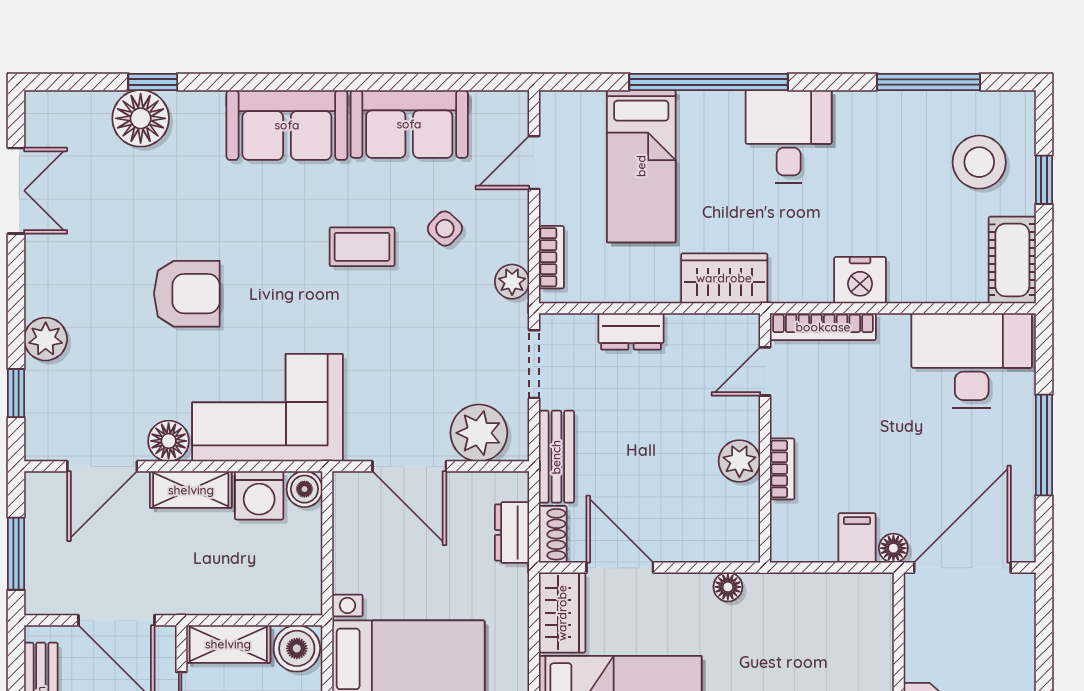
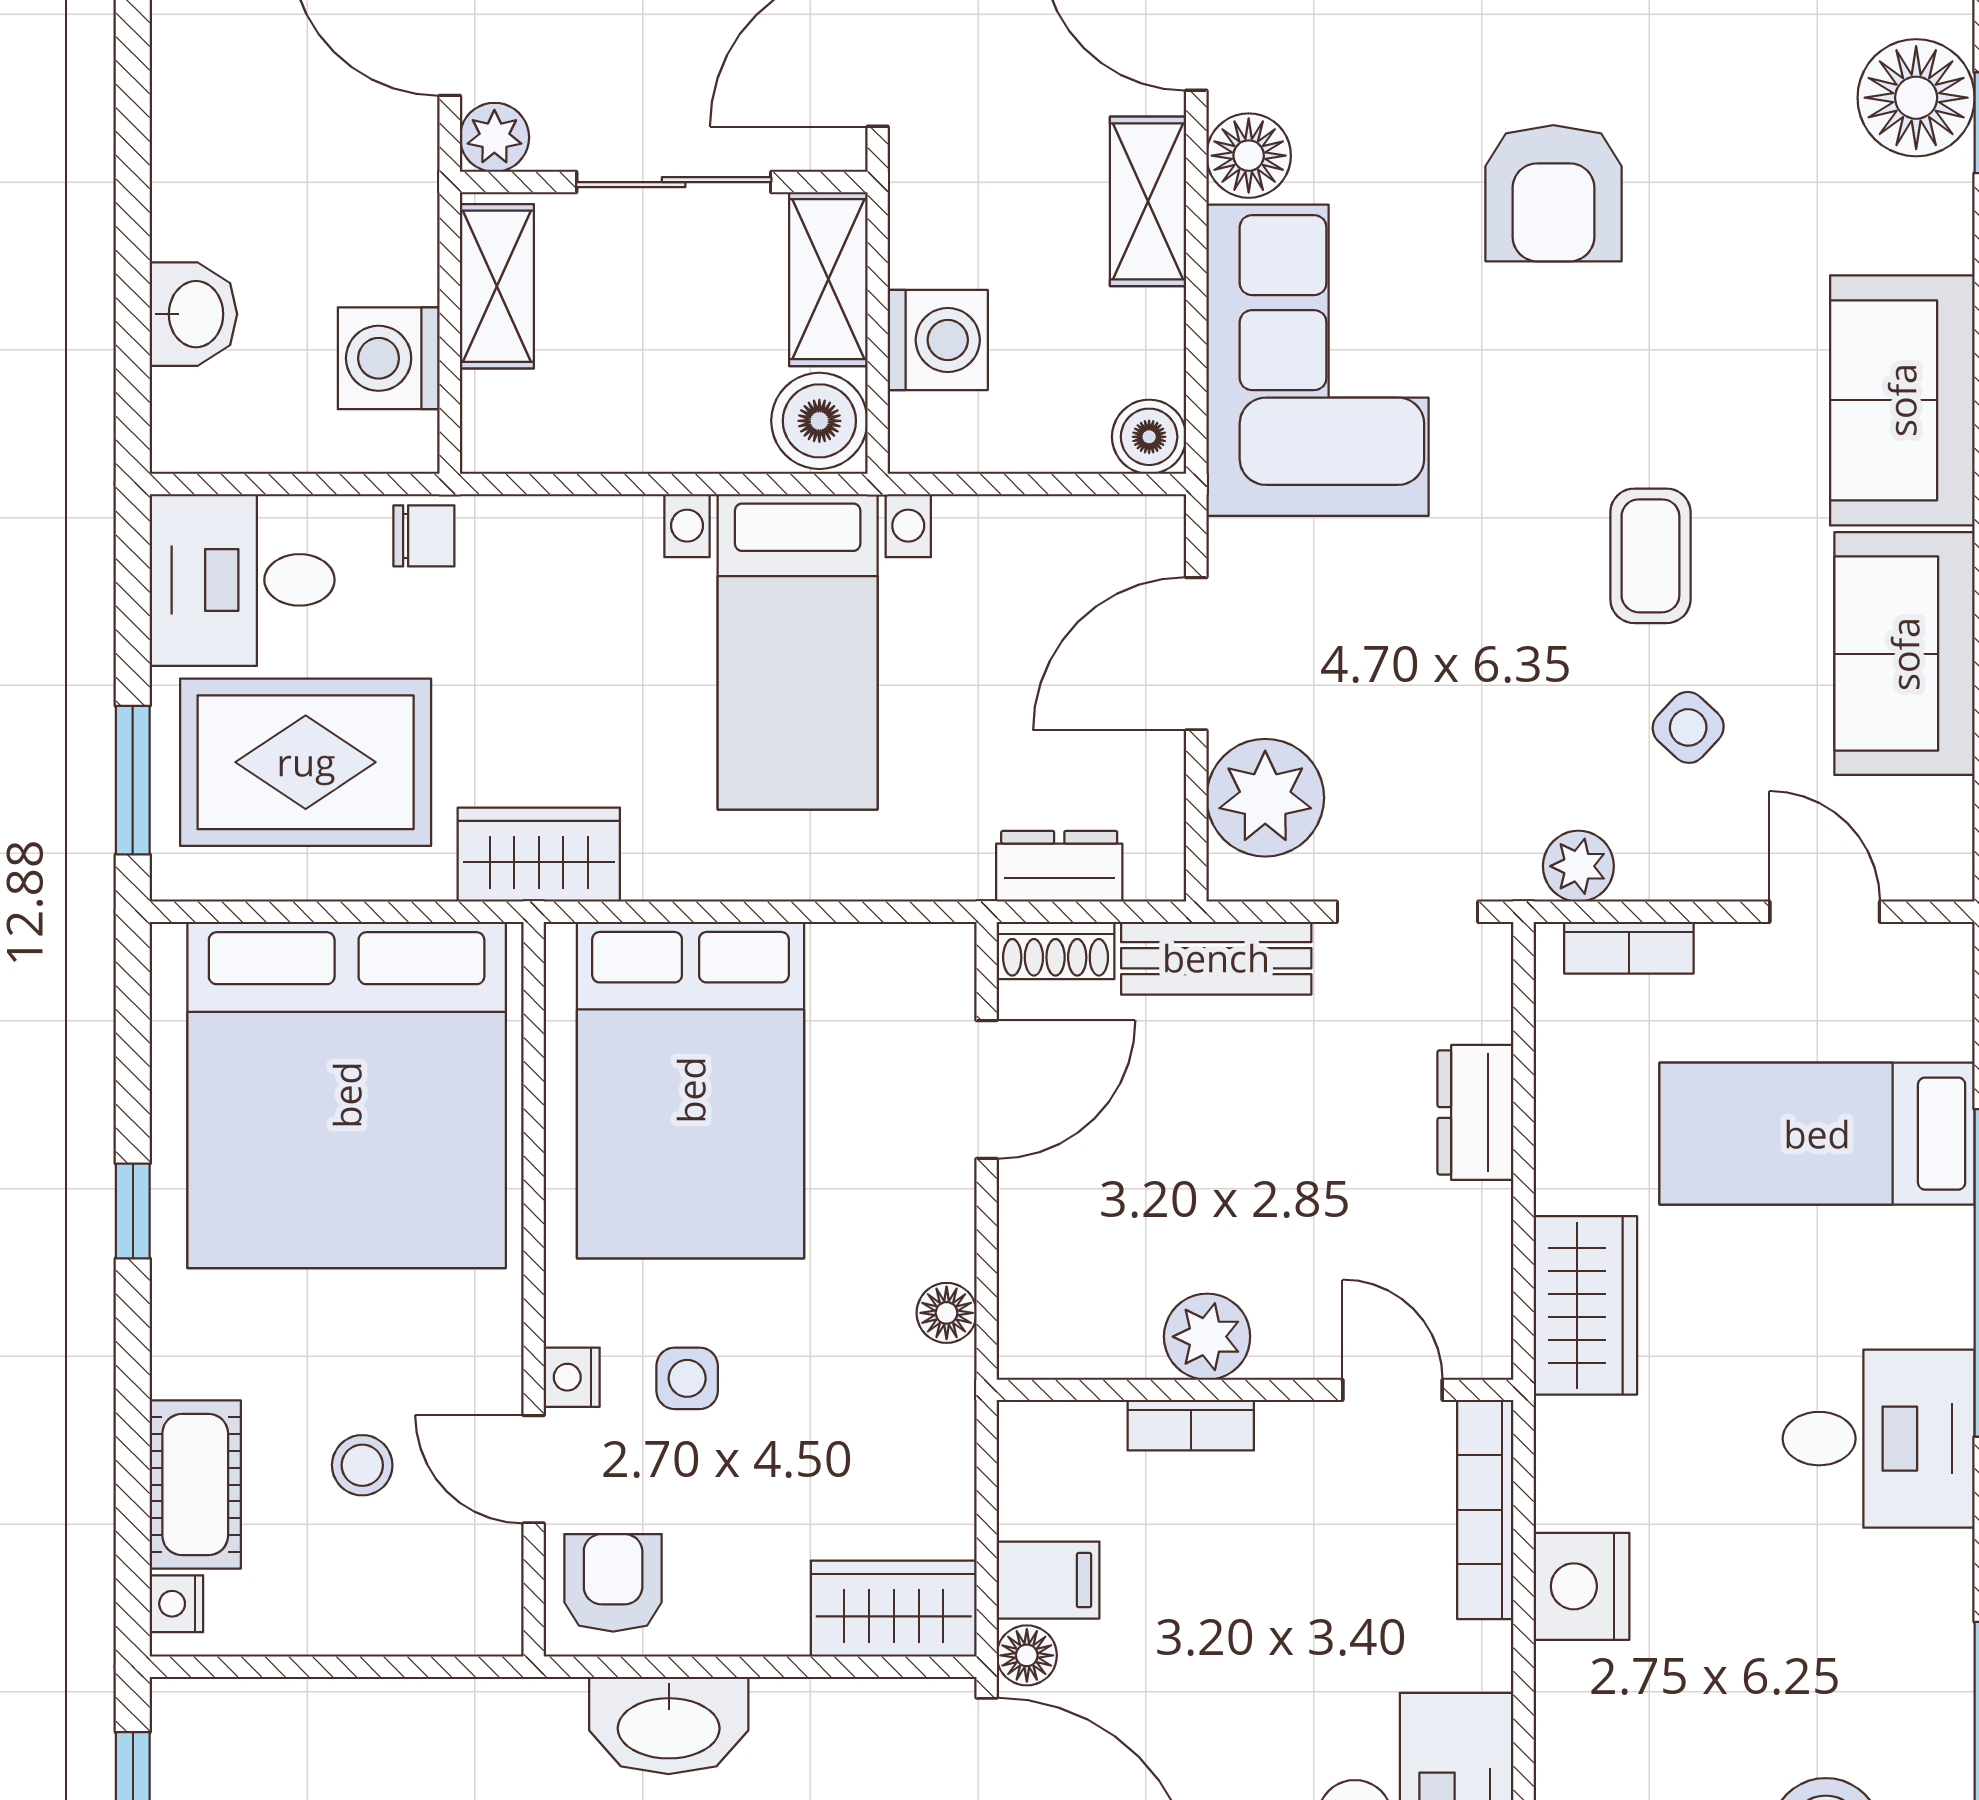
washing machine: (259, 495) -> (938, 340), moved, turned 180
wardrobe: (562, 613) -> (894, 1609), moved, turned 180

